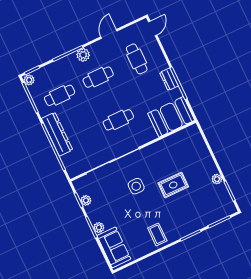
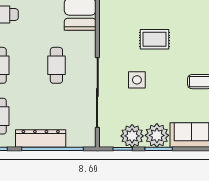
rug: (173, 185) -> (154, 39), turned 90
plant: (86, 200) -> (132, 136), width x1.87, depth x1.87
plant: (99, 227) -> (157, 135), width x1.88, depth x1.88

